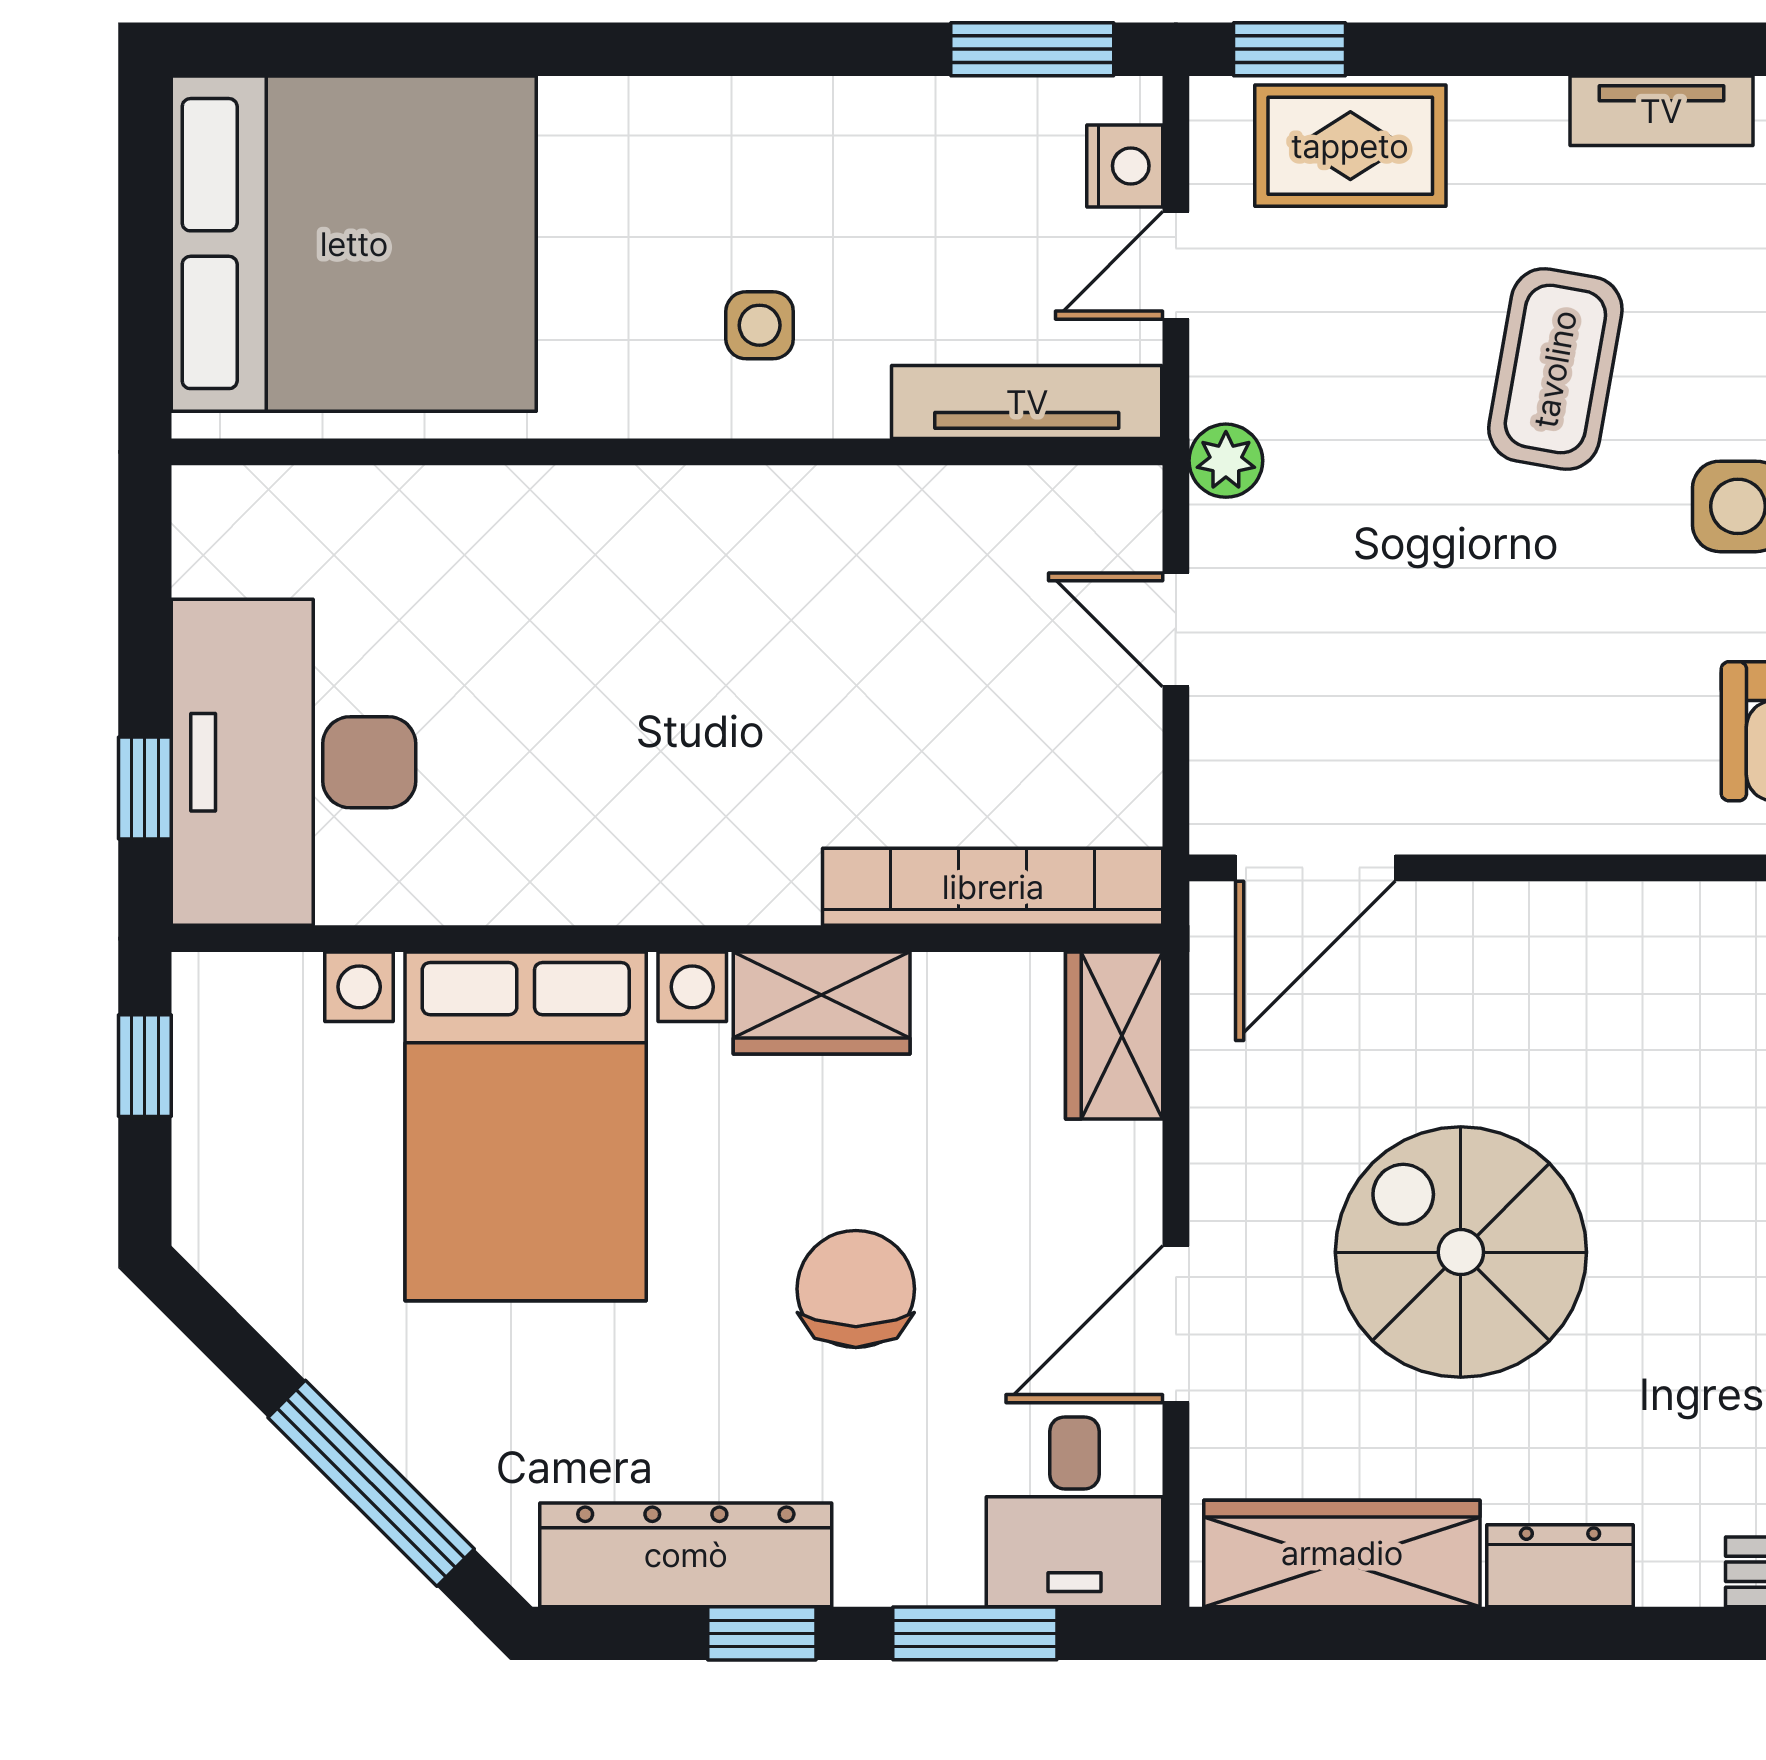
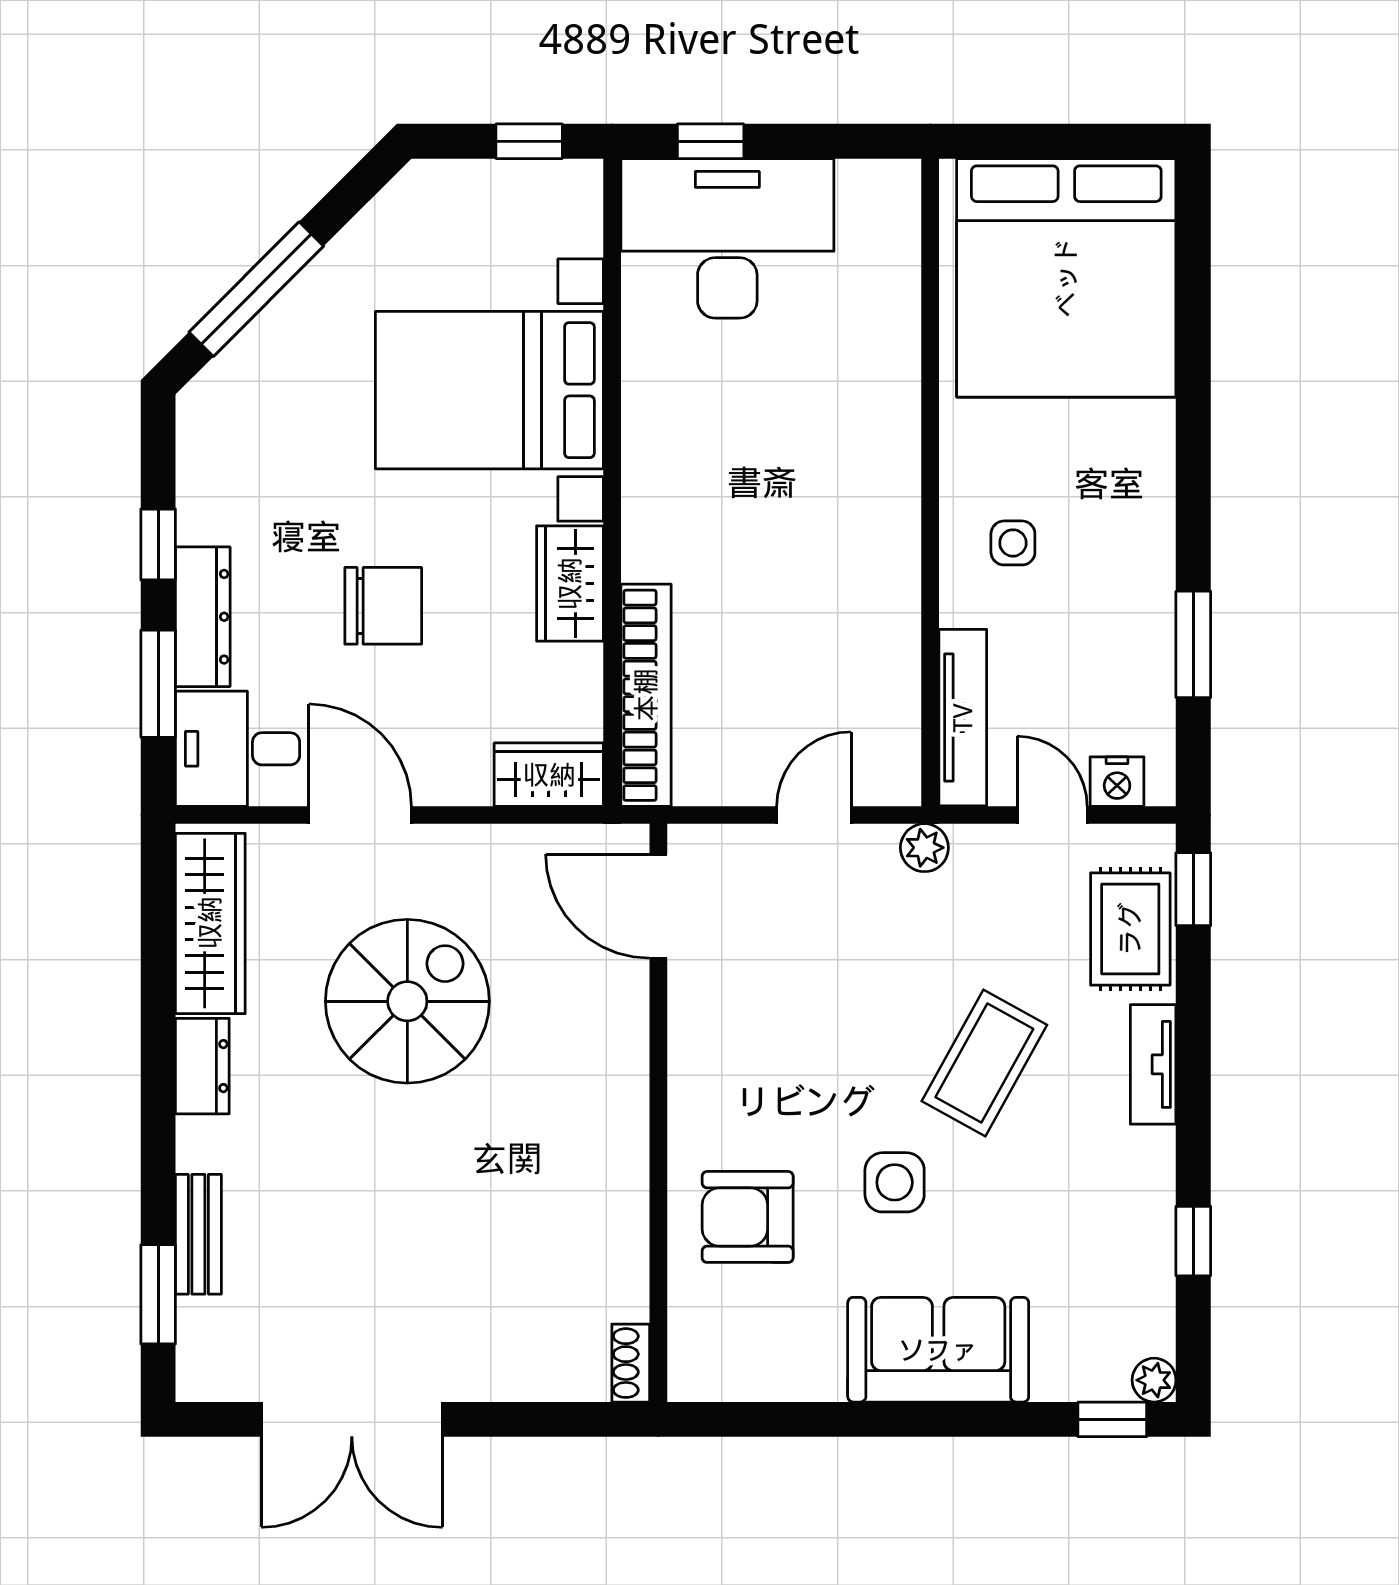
window: (1032, 49) -> (1193, 644), moved
tv unit: (1661, 111) -> (1153, 1064), moved
coffee table: (1555, 369) -> (984, 1063), turned -71
dresser: (686, 1555) -> (203, 617), moved, width x0.73, depth x0.80

